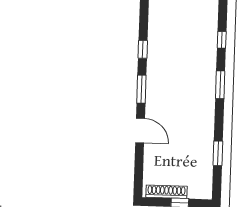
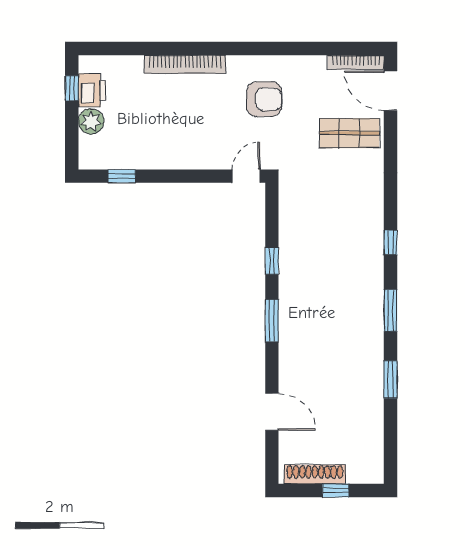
door: (140, 130) -> (272, 412), moved
window: (218, 153) -> (391, 379), moved

